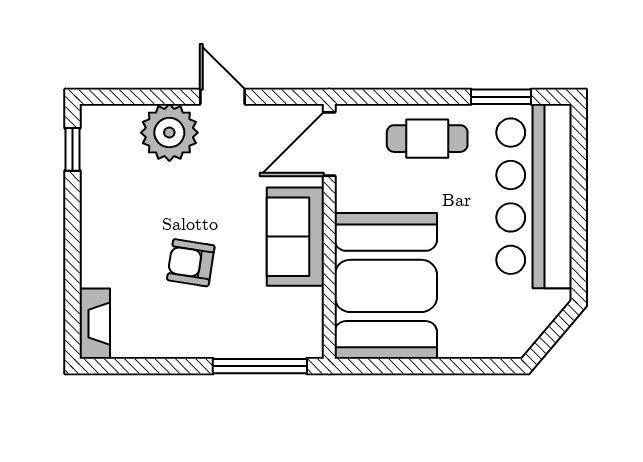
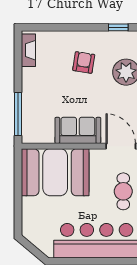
armchair: (191, 263) -> (84, 62), moved
fireplace: (95, 324) -> (28, 50), moved, turned -90

